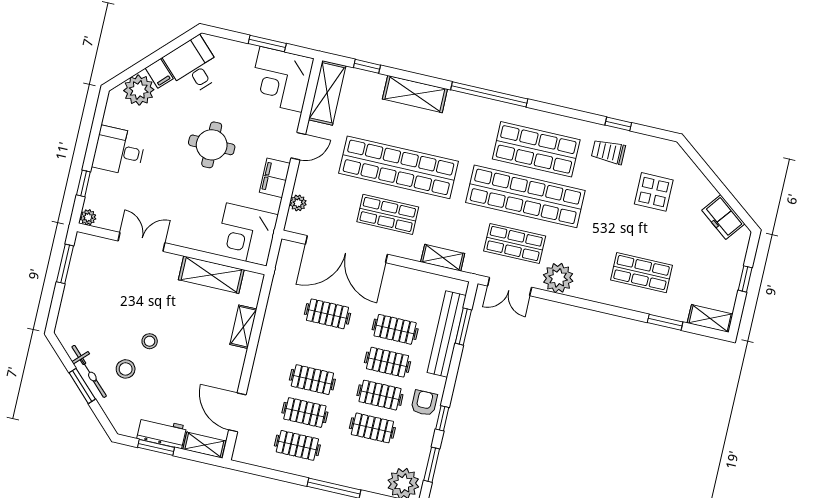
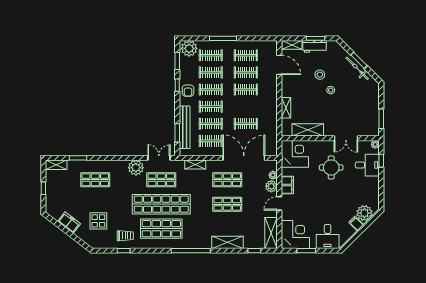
desk: (193, 66) -> (328, 236), moved, turned 45
round table: (212, 145) -> (331, 167), moved
desk: (119, 151) -> (367, 165), moved
shop shelf: (399, 167) -> (227, 204), width x0.50, depth x0.74
plant: (306, 183) -> (271, 186), added
freezer: (723, 217) -> (69, 223), moved
clothes rail: (403, 296) -> (211, 141), added
stool: (126, 369) -> (320, 75), moved
clothes rail: (365, 461) -> (211, 55), added

